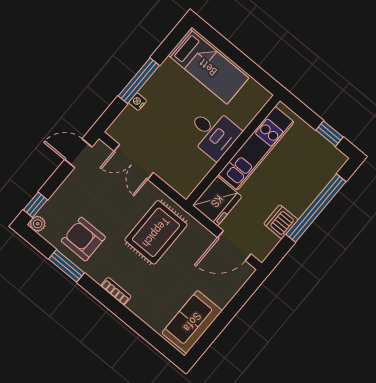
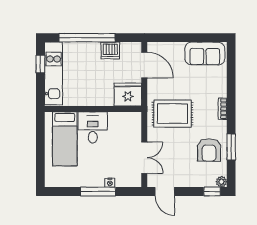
bed: (208, 67) -> (65, 139), moved, turned 180
kitchen unit: (256, 148) -> (54, 73), moved, turned 90

